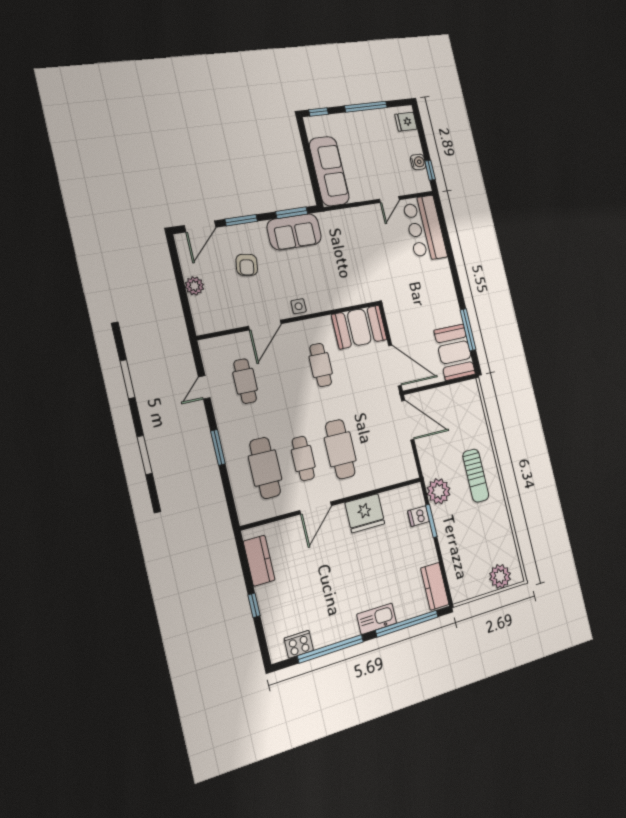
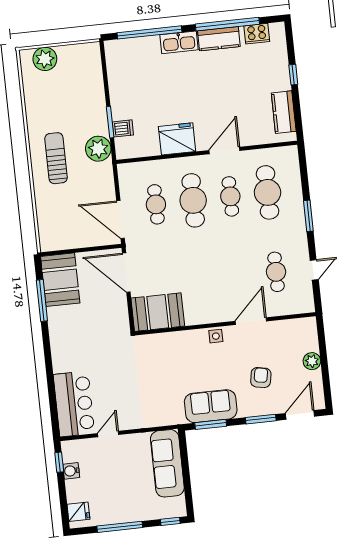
cafe table: (321, 365) -> (156, 204), moved
kitchen counter: (435, 586) -> (219, 39), moved, turned 90

